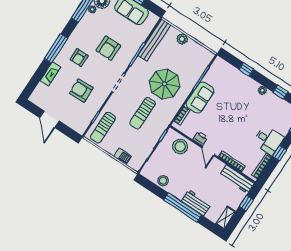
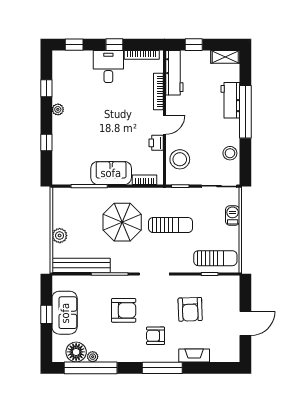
armchair: (79, 58) -> (156, 336), turned 180

